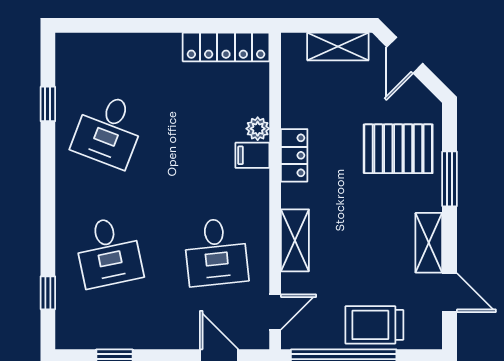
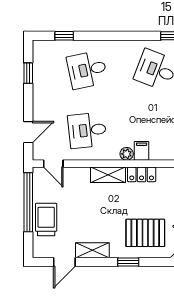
plant: (258, 129) -> (127, 154), moved
pallet: (398, 149) -> (145, 233), turned 90
window: (450, 179) -> (128, 262), width x0.67
shelving: (295, 240) -> (108, 175), moved

